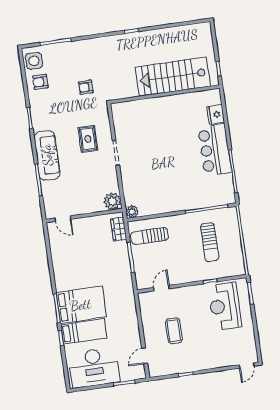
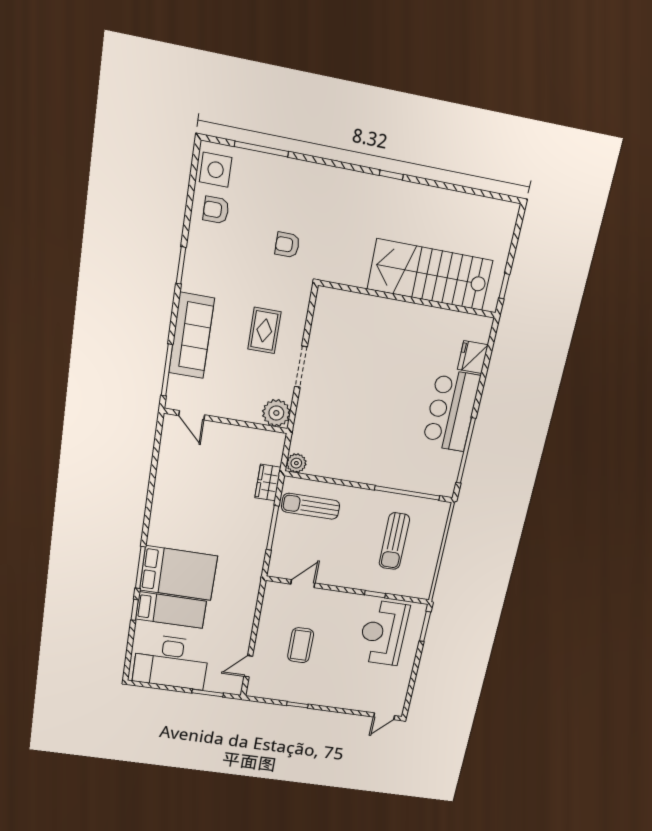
plant: (112, 201) -> (276, 413), moved
wall: (84, 216) -> (226, 421), moved
door: (63, 219) -> (192, 415), moved

